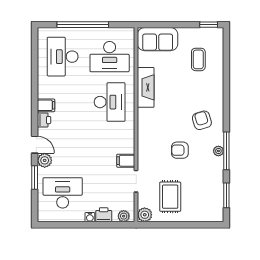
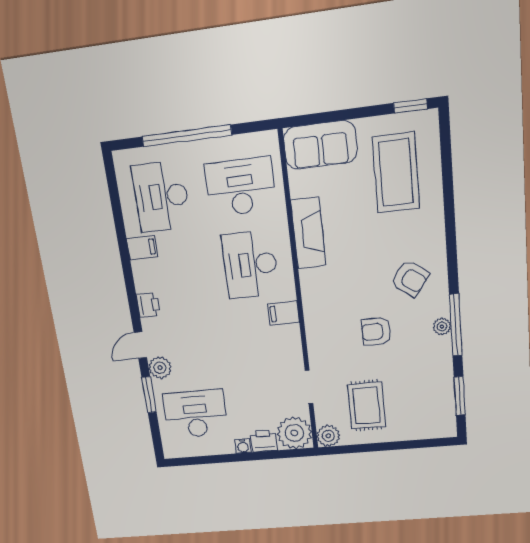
desk: (110, 57) -> (240, 187), turned 180
coffee table: (198, 59) -> (396, 173), width x1.86, depth x1.72
desk: (110, 102) -> (250, 265), turned 180
filing cabinet: (46, 105) -> (142, 248), moved
armchair: (202, 120) -> (410, 279), turned 144
door: (35, 145) -> (140, 345), swing flipped
filing cabinet: (126, 161) -> (284, 313), moved
plant: (124, 216) -> (294, 433), width x1.88, depth x1.88

